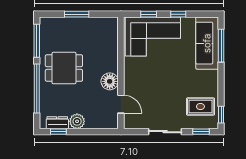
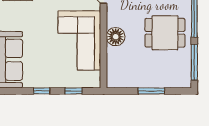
corner sofa: (153, 36) -> (79, 40), moved, turned -90
floor lamp: (110, 81) -> (116, 37), moved

